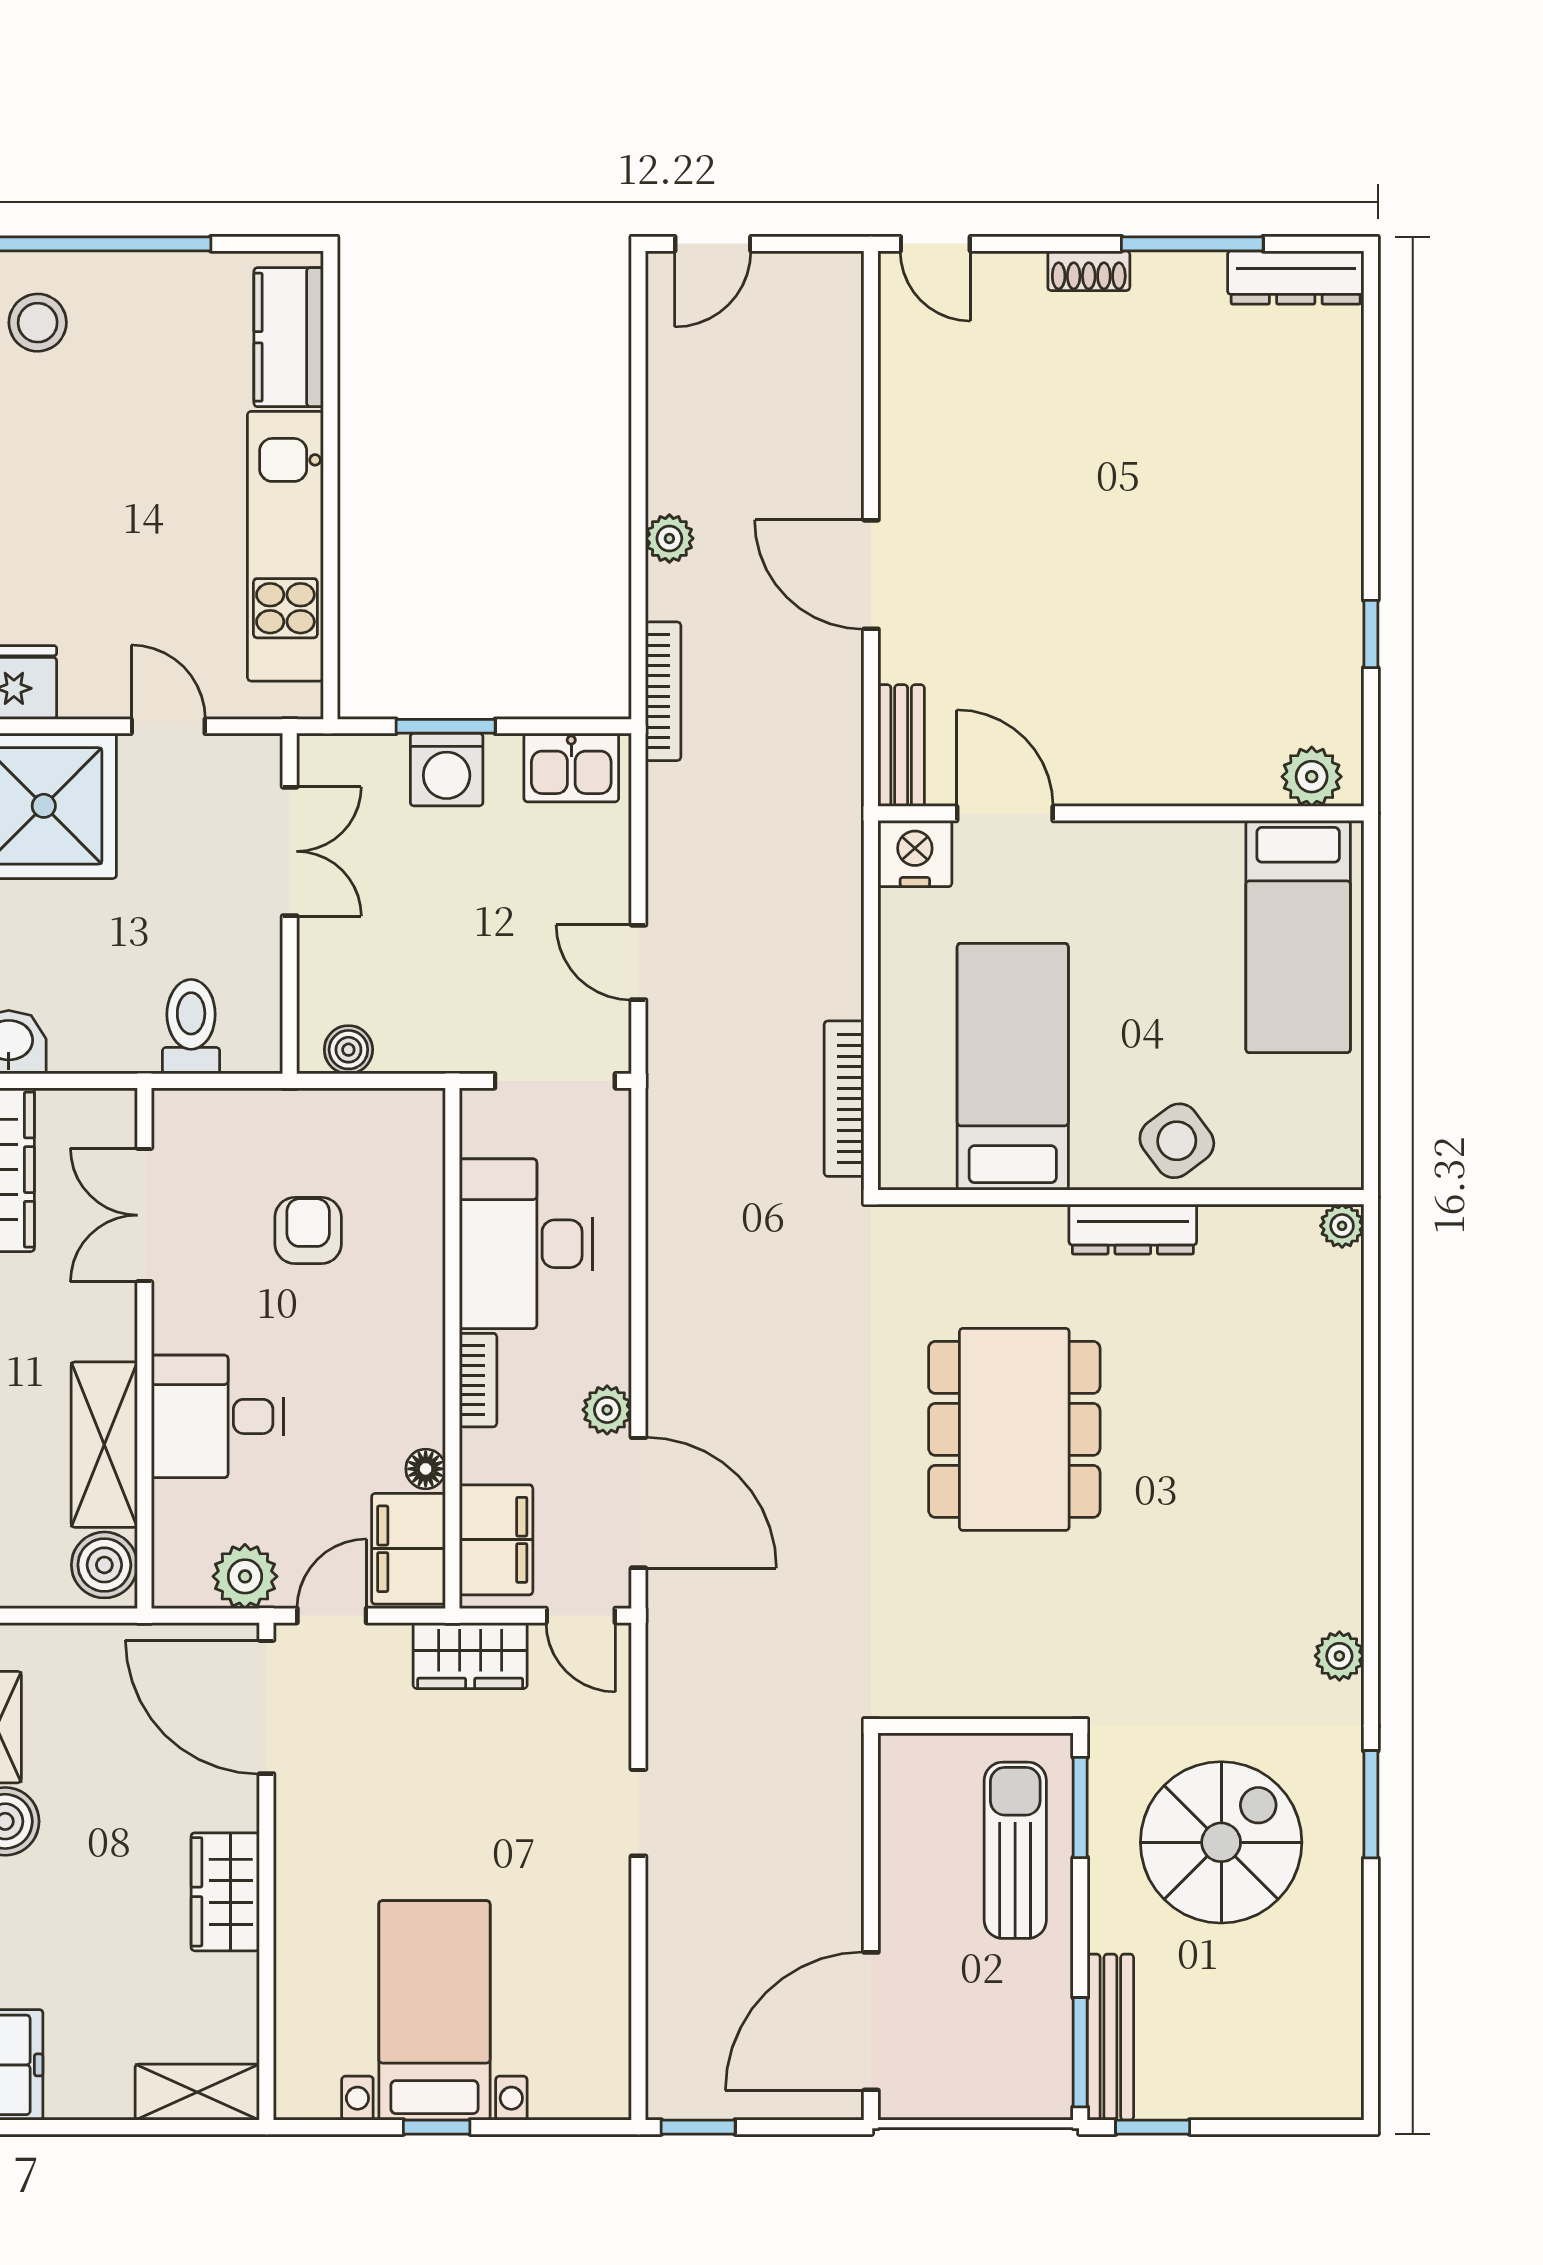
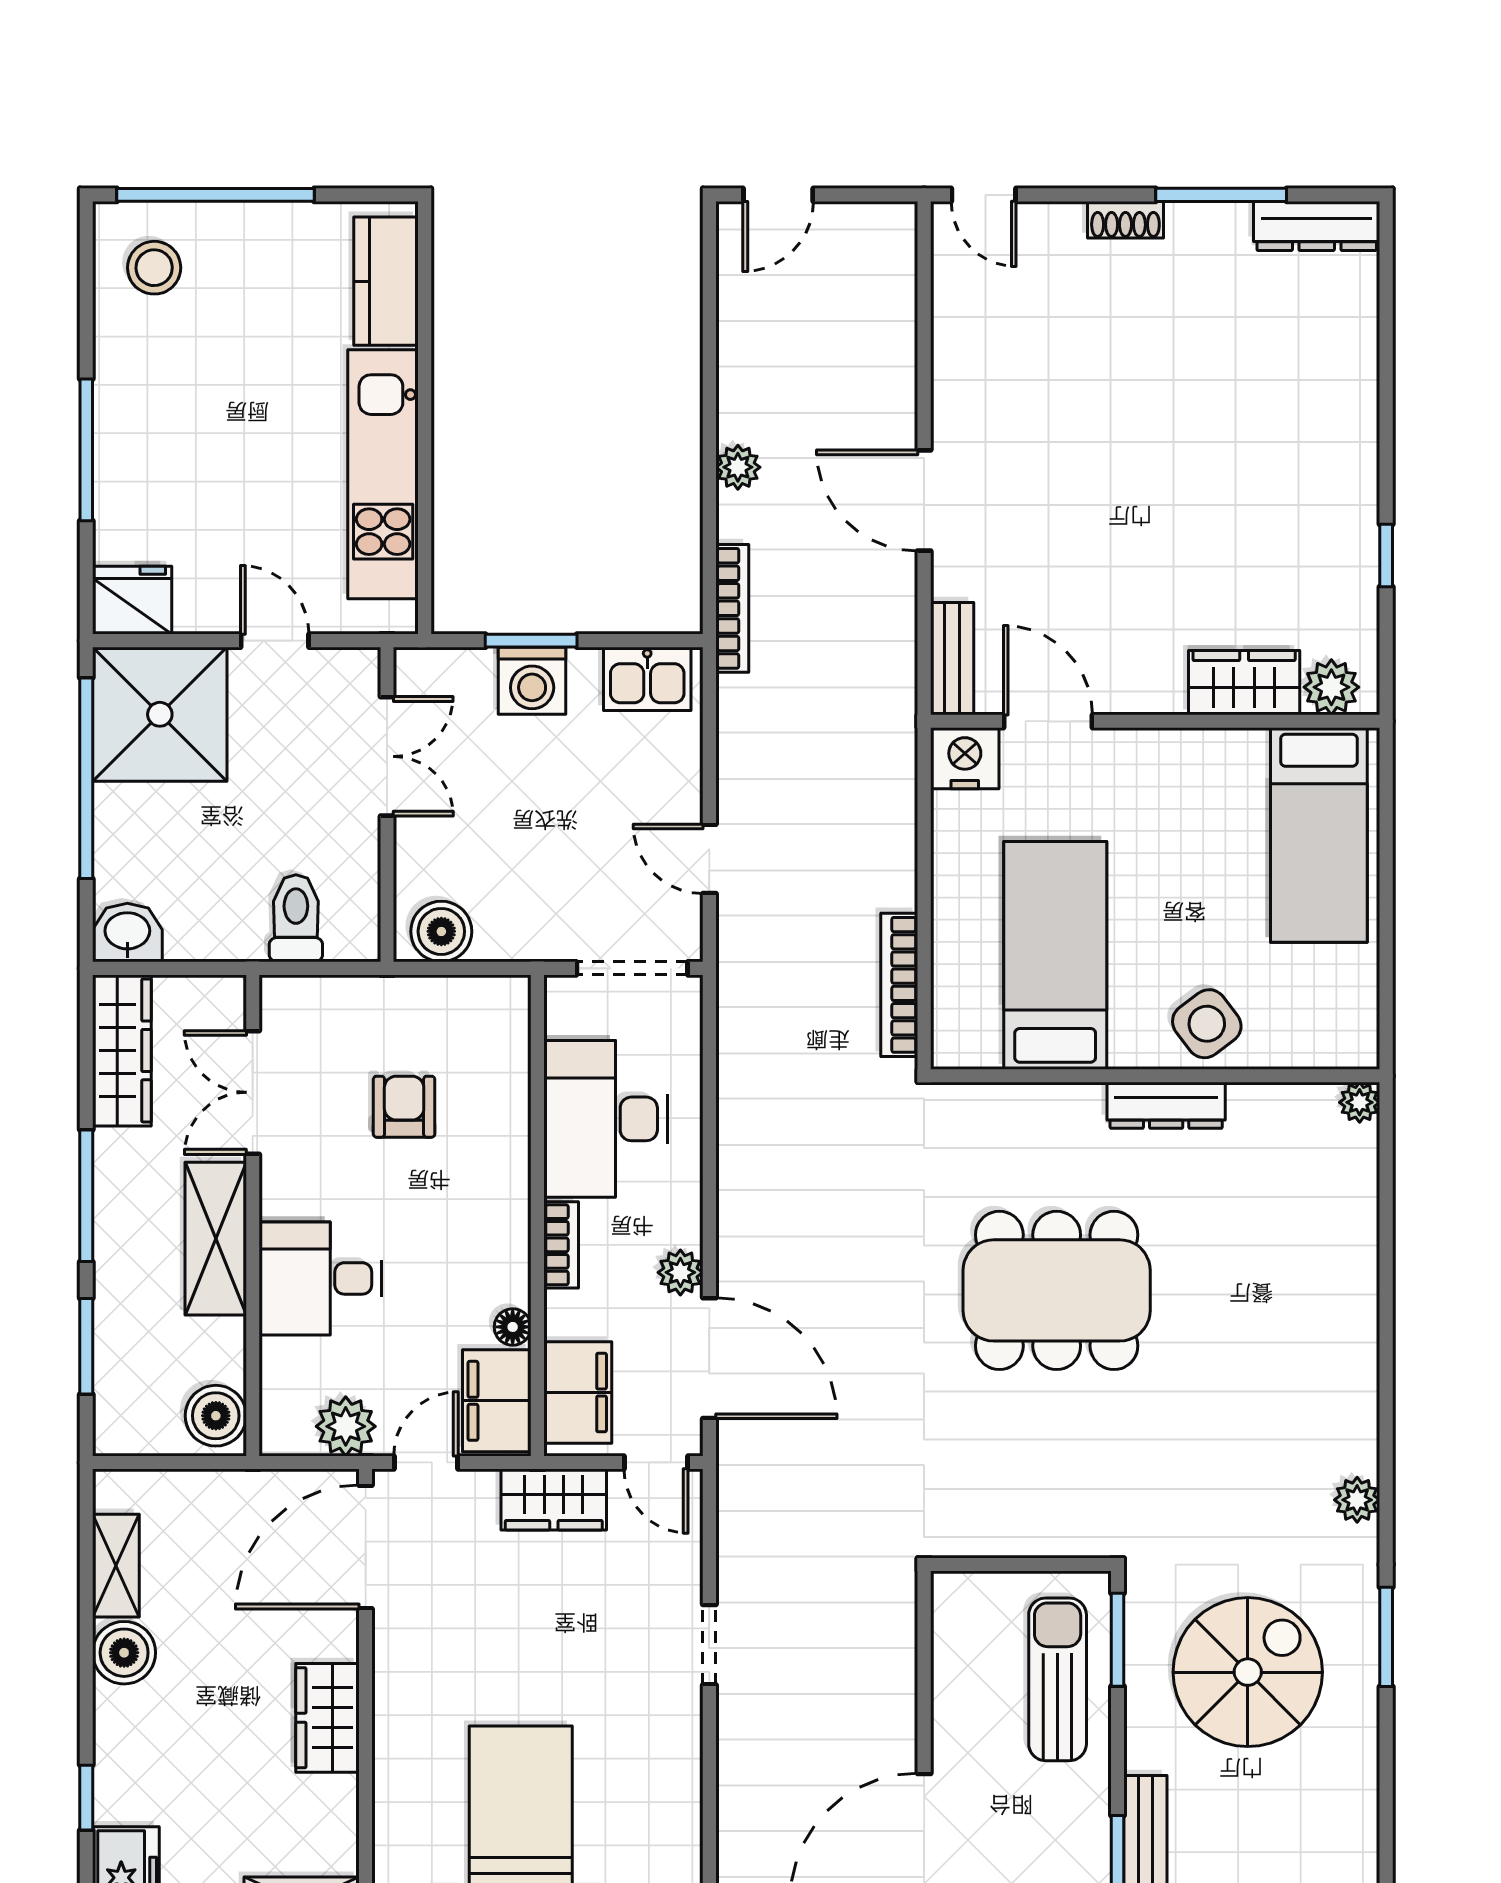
wardrobe: (1217, 772) -> (1244, 683), added
boiler: (348, 1050) -> (441, 931), width x1.36, depth x1.36
dining table: (1014, 1429) -> (1057, 1290), turned 90
shelving: (104, 1445) -> (216, 1239), moved
door: (266, 1707) -> (366, 1547), hinge flipped

